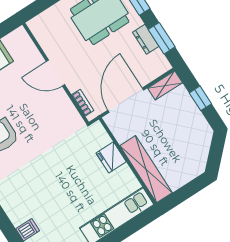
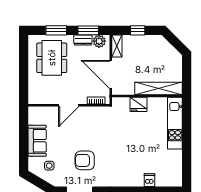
plant: (157, 60) -> (99, 41), added

